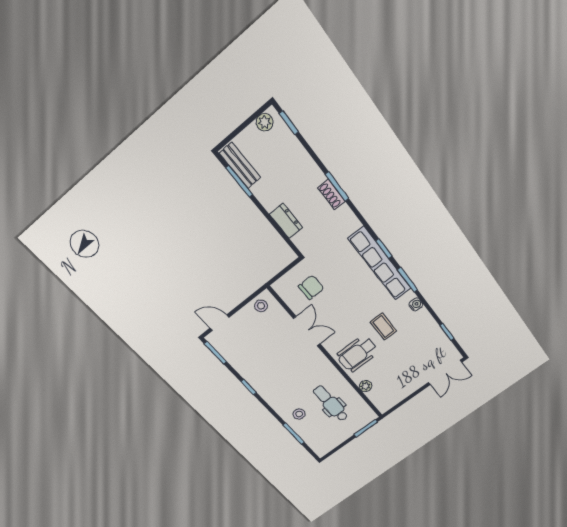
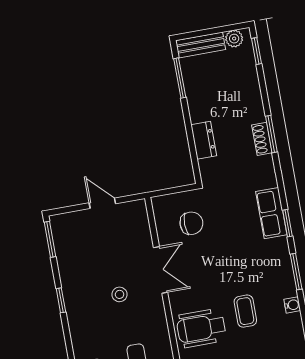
bench: (240, 165) -> (201, 45), moved, turned 90
row of seats: (380, 264) -> (271, 213), width x0.50
stool: (261, 306) -> (120, 294), moved
door: (219, 323) -> (102, 203), moved

